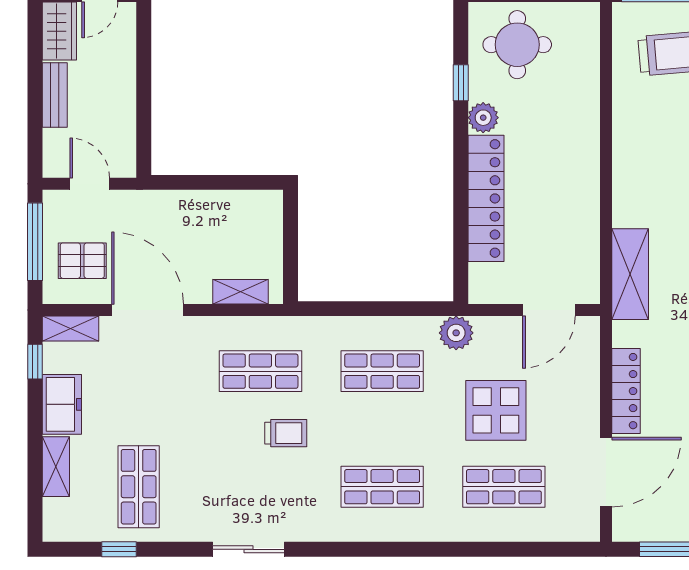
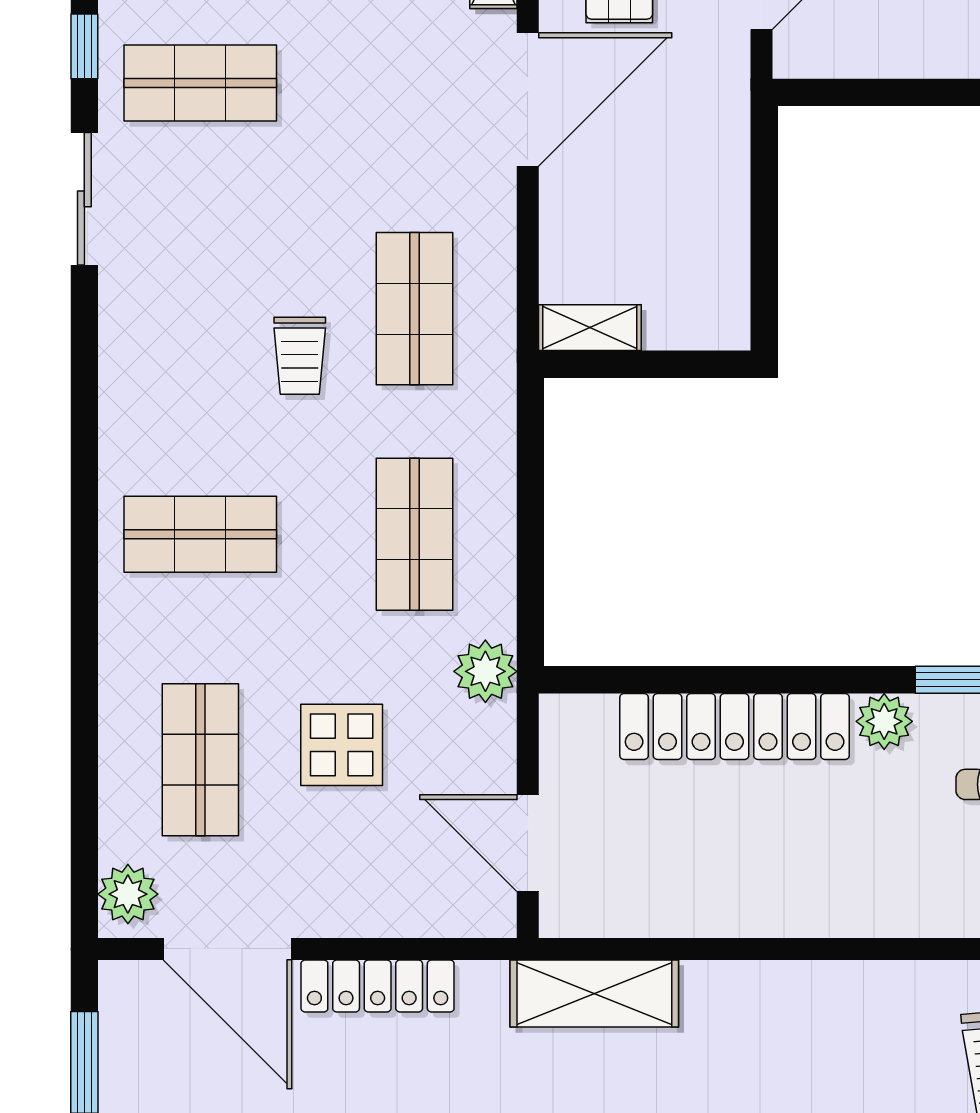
shelving: (240, 292) -> (590, 328), moved, turned 90
display table: (496, 410) -> (342, 745), width x0.73, depth x0.73
shop shelf: (382, 487) -> (200, 534), turned 90
plant: (576, 526) -> (128, 894), added
sliding door: (249, 549) -> (84, 199), moved

